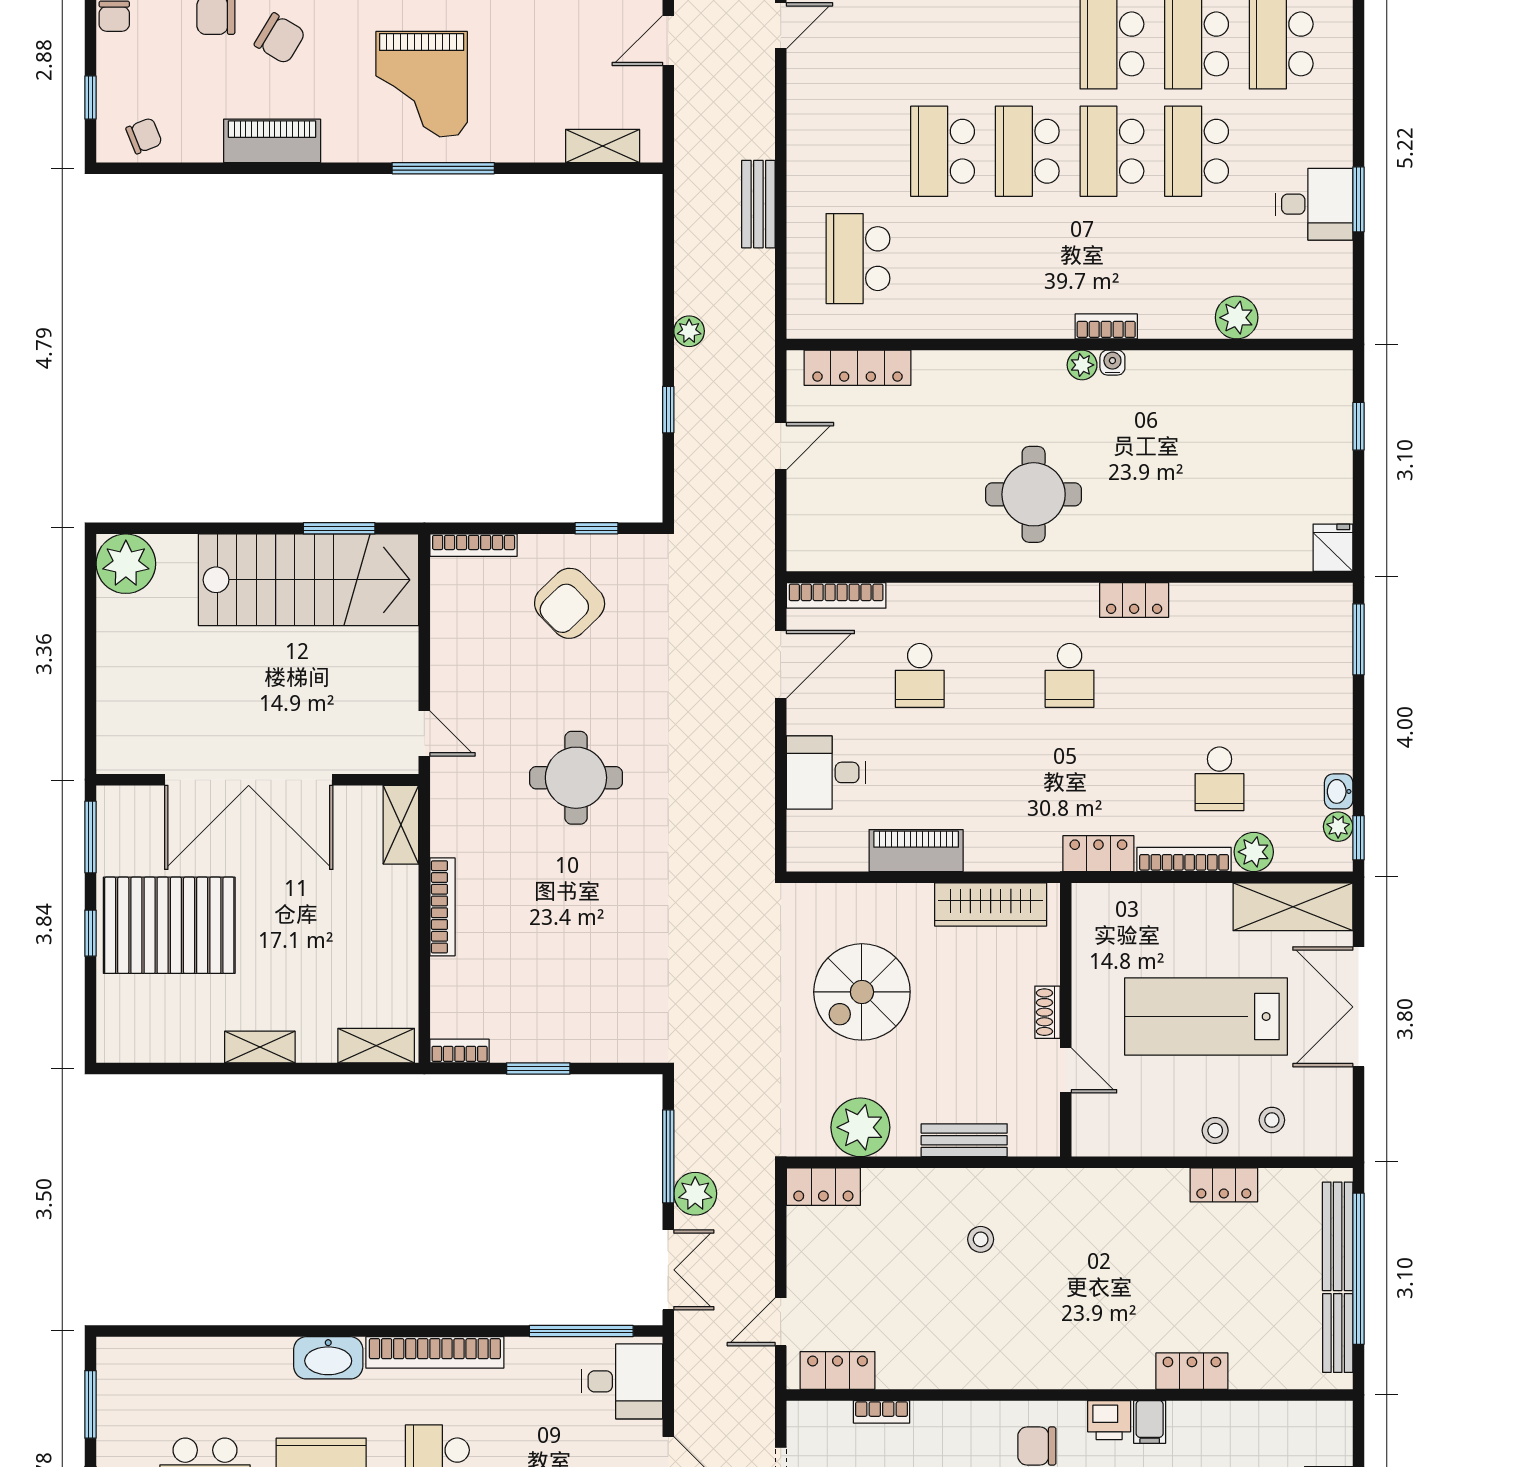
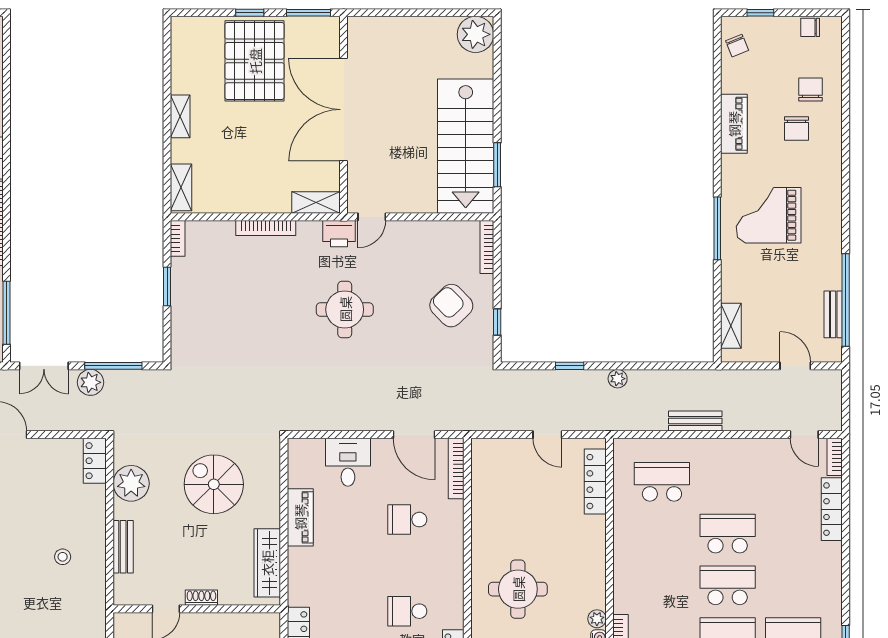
chair: (280, 38) -> (797, 129), turned -31
printer: (452, 787) -> (339, 234), added

